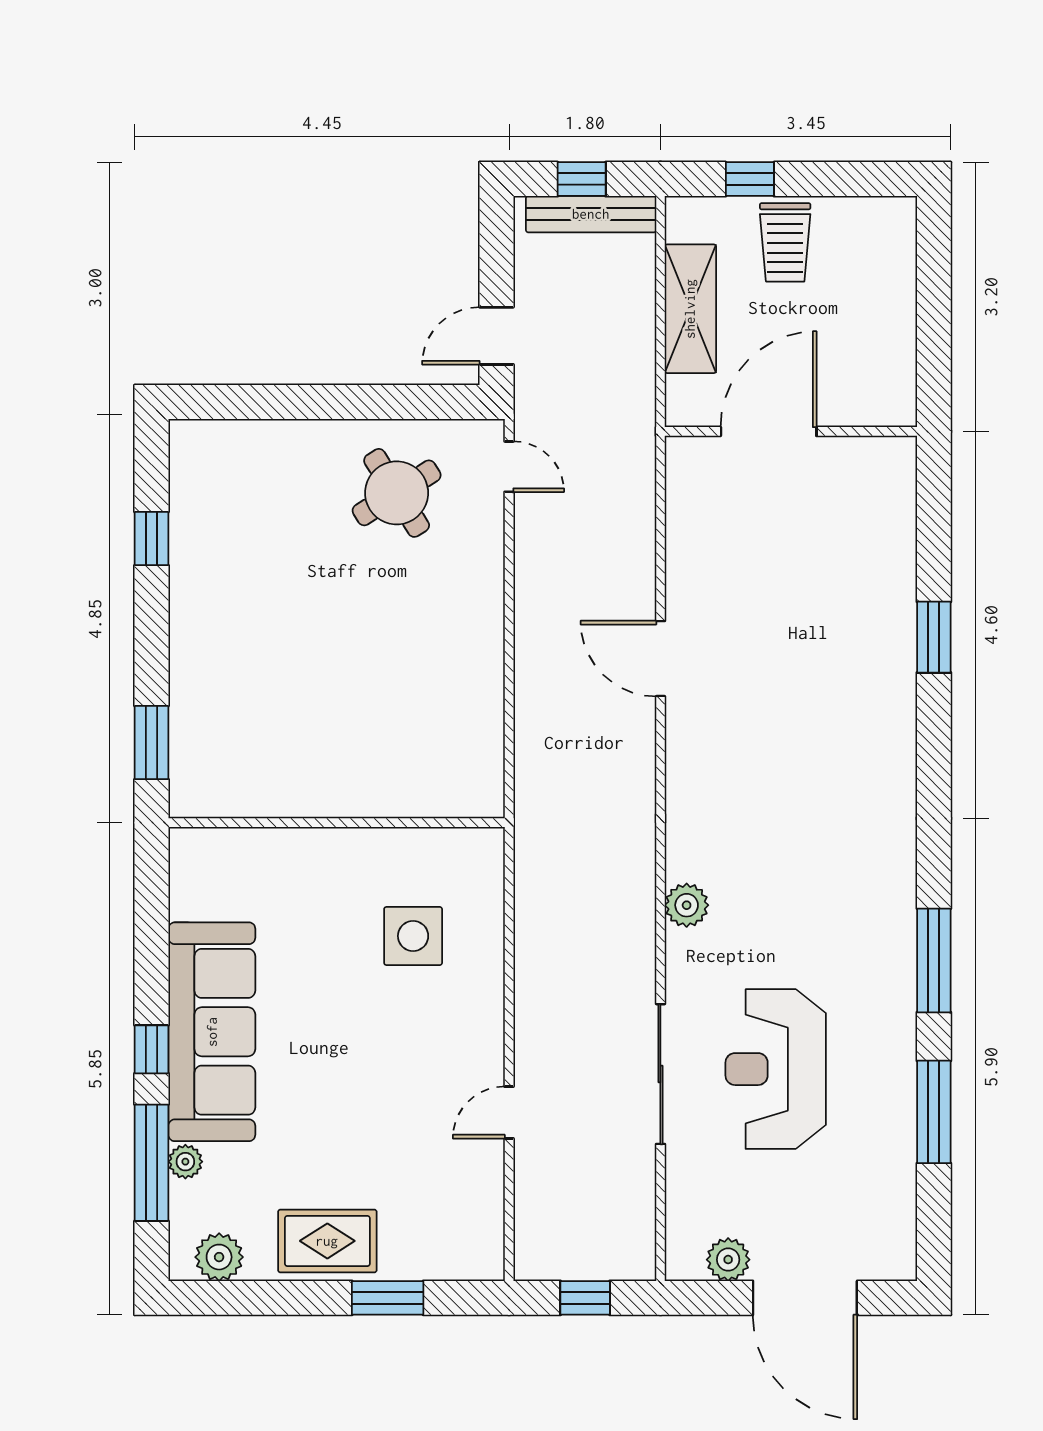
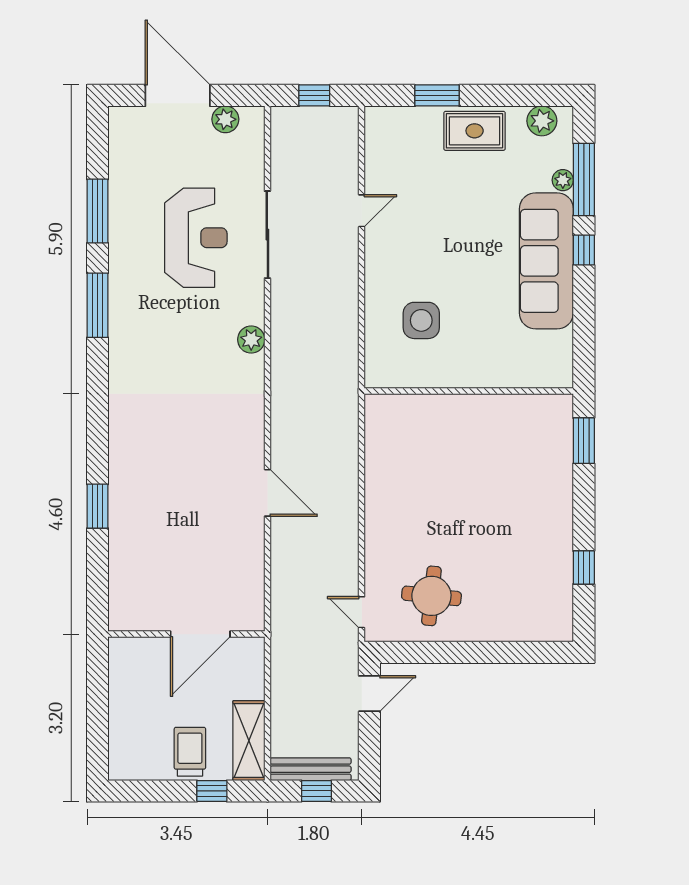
shelving: (690, 309) -> (249, 741), moved
round table: (397, 493) -> (431, 596), turned 38

